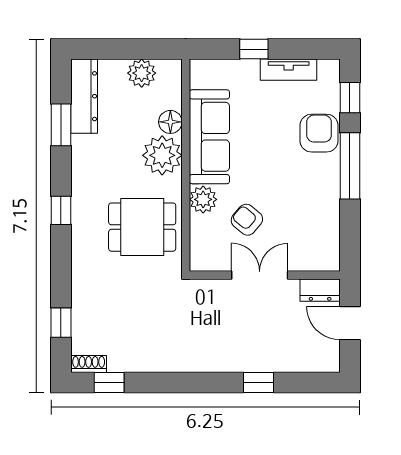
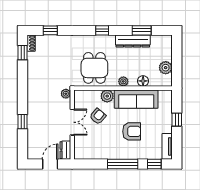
tv unit: (289, 70) -> (167, 146), moved
dresser: (84, 96) -> (133, 41), moved
armchair: (319, 133) -> (132, 131), moved
plant: (162, 155) -> (123, 81), width x0.53, depth x0.53
plant: (198, 289) -> (66, 94), added

